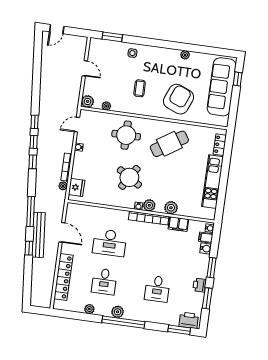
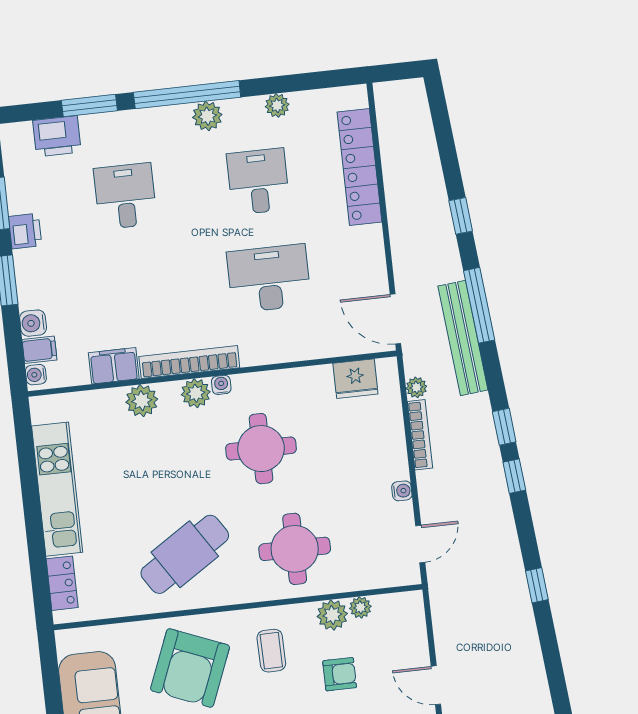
armchair: (121, 82) -> (340, 674), added
coffee table: (140, 88) -> (271, 651), moved
plant: (88, 101) -> (332, 615), moved
window: (35, 122) -> (537, 585), moved
round table: (129, 177) -> (261, 449), turned -32
fridge: (77, 187) -> (355, 379), moved, turned -90
door: (62, 232) -> (395, 319), moved
bench: (39, 235) -> (463, 338), moved
printer: (189, 320) -> (57, 136), moved
window: (179, 330) -> (89, 105), moved

